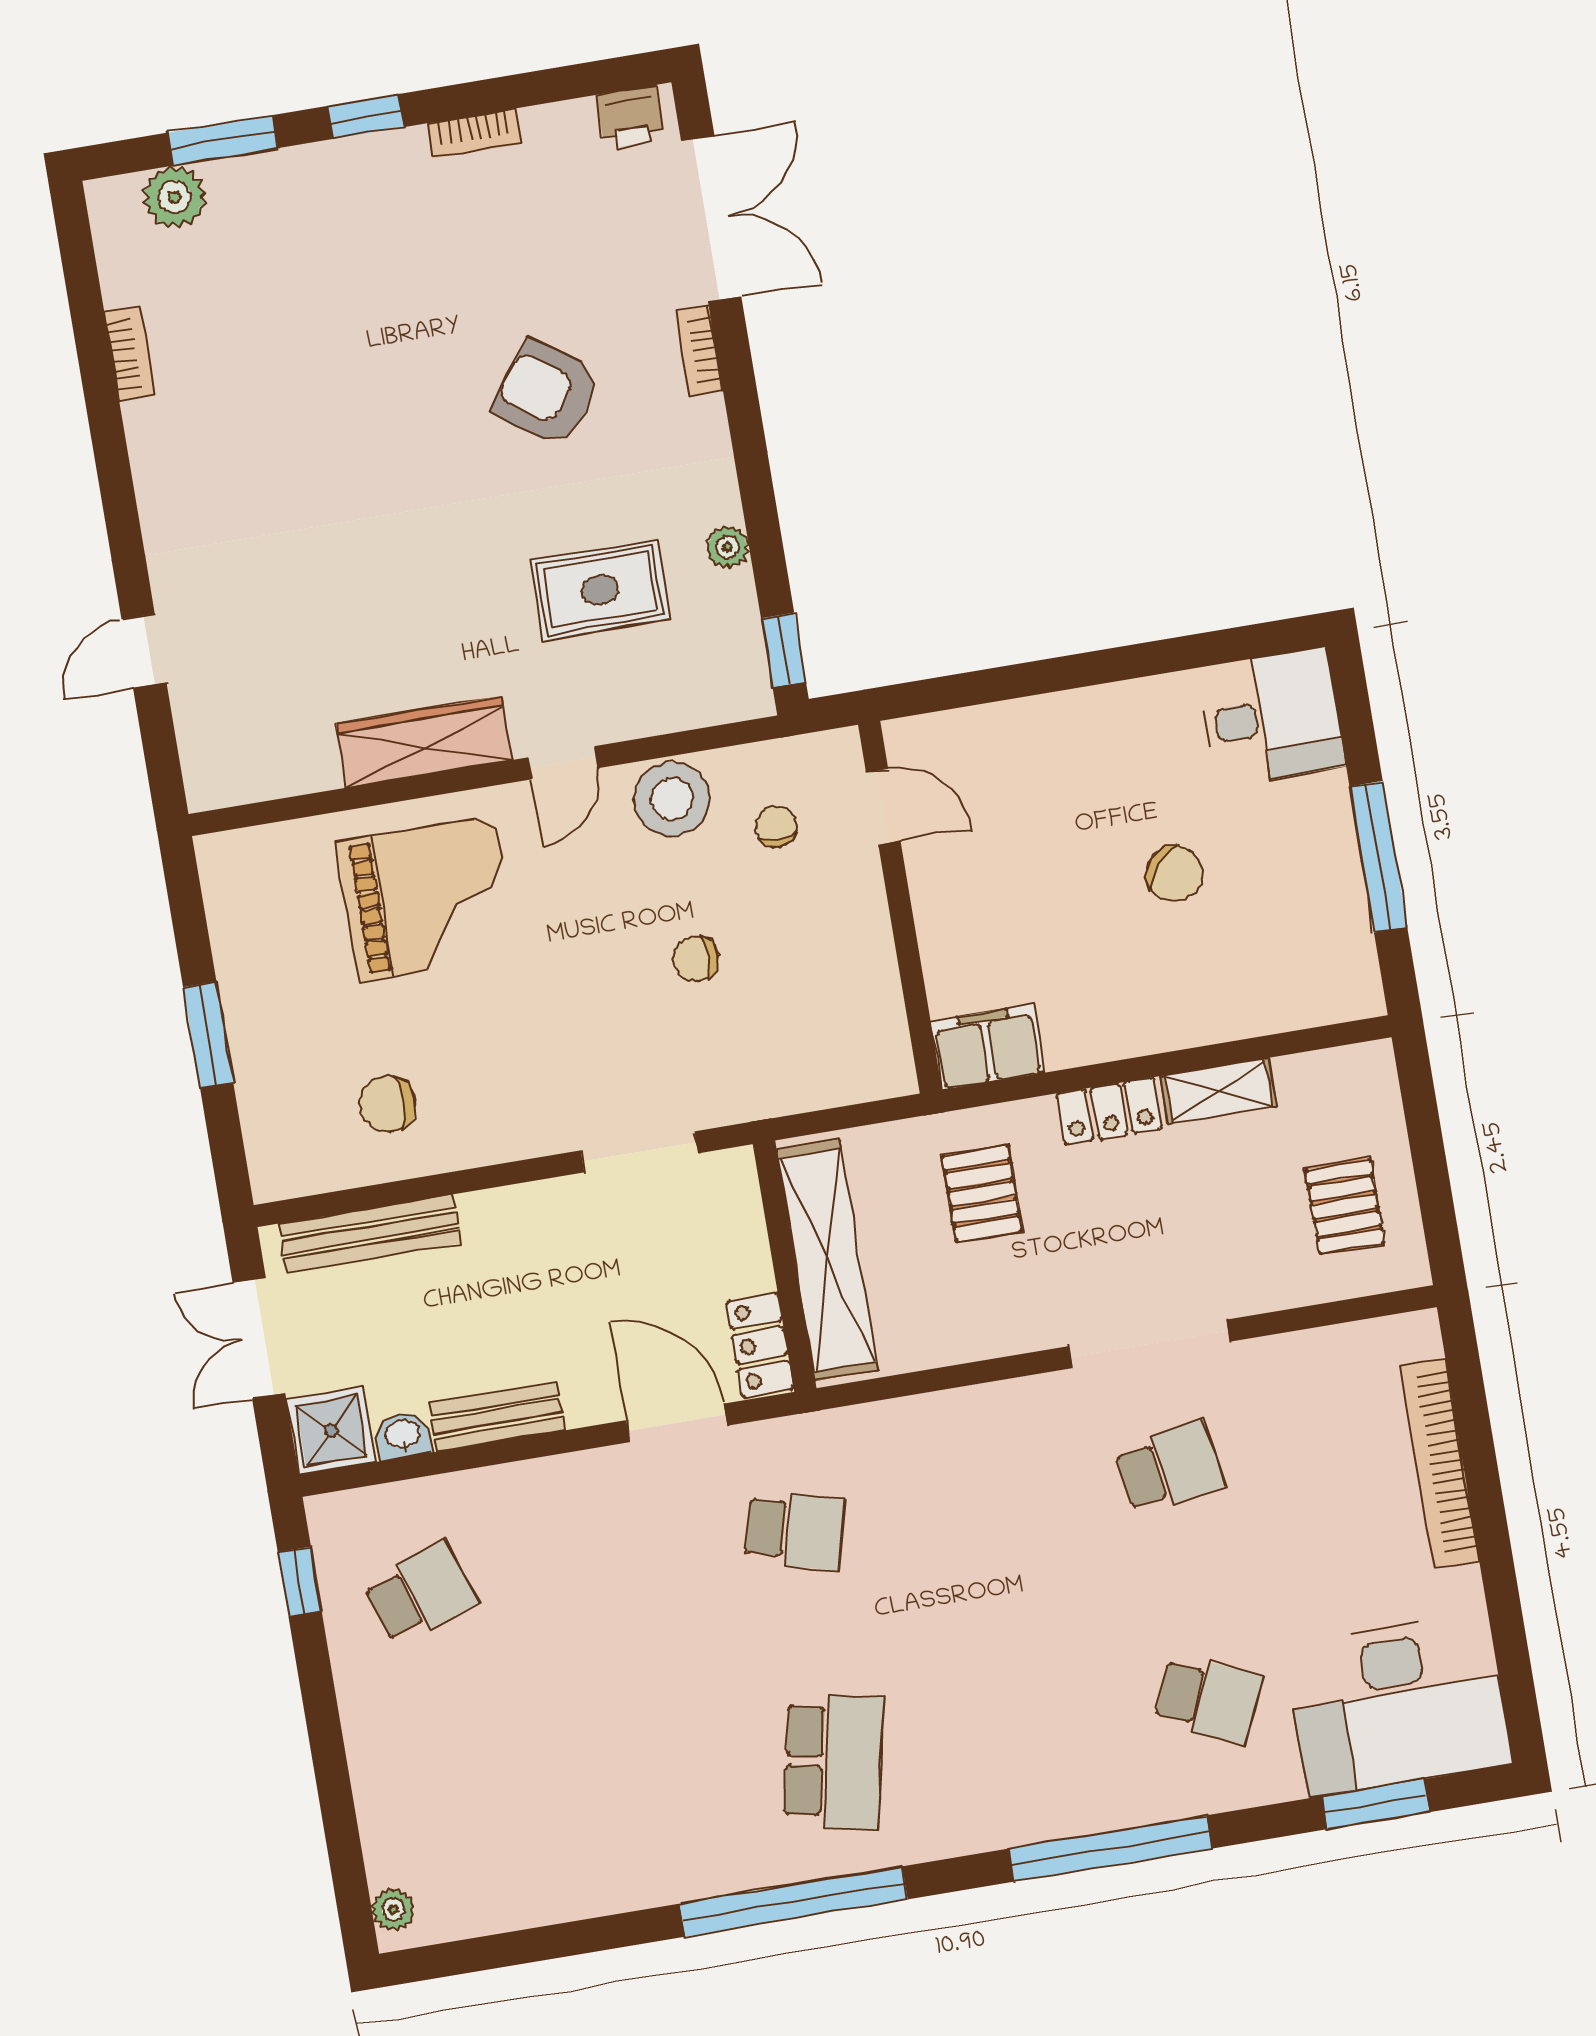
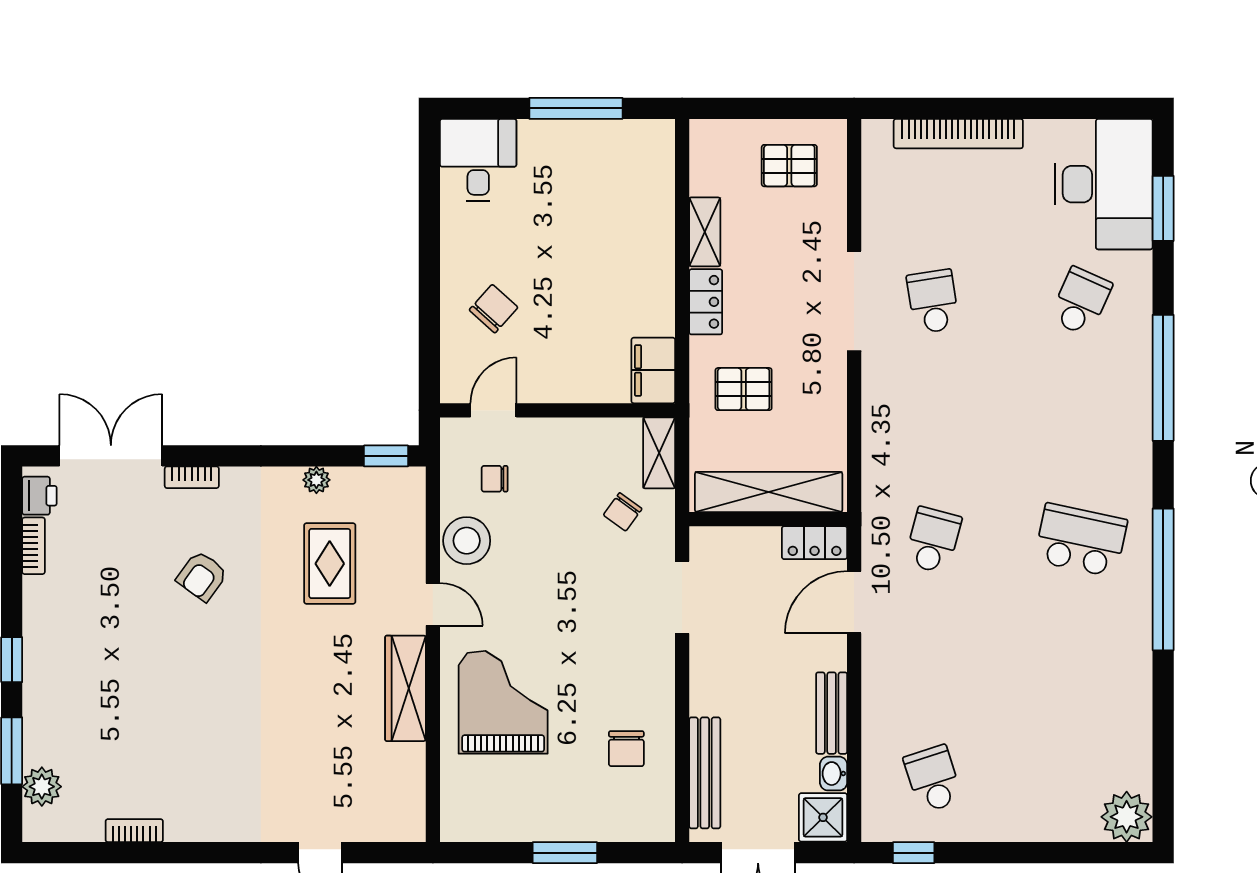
bookcase: (475, 134) -> (34, 546), moved
armchair: (547, 393) -> (202, 576), width x0.72, depth x0.72
chair: (1174, 873) -> (494, 309), moved
chair: (696, 959) -> (623, 512), moved, turned 36
shelving: (860, 1078) -> (659, 453), added
plant: (393, 1909) -> (1127, 817), width x1.88, depth x1.88

